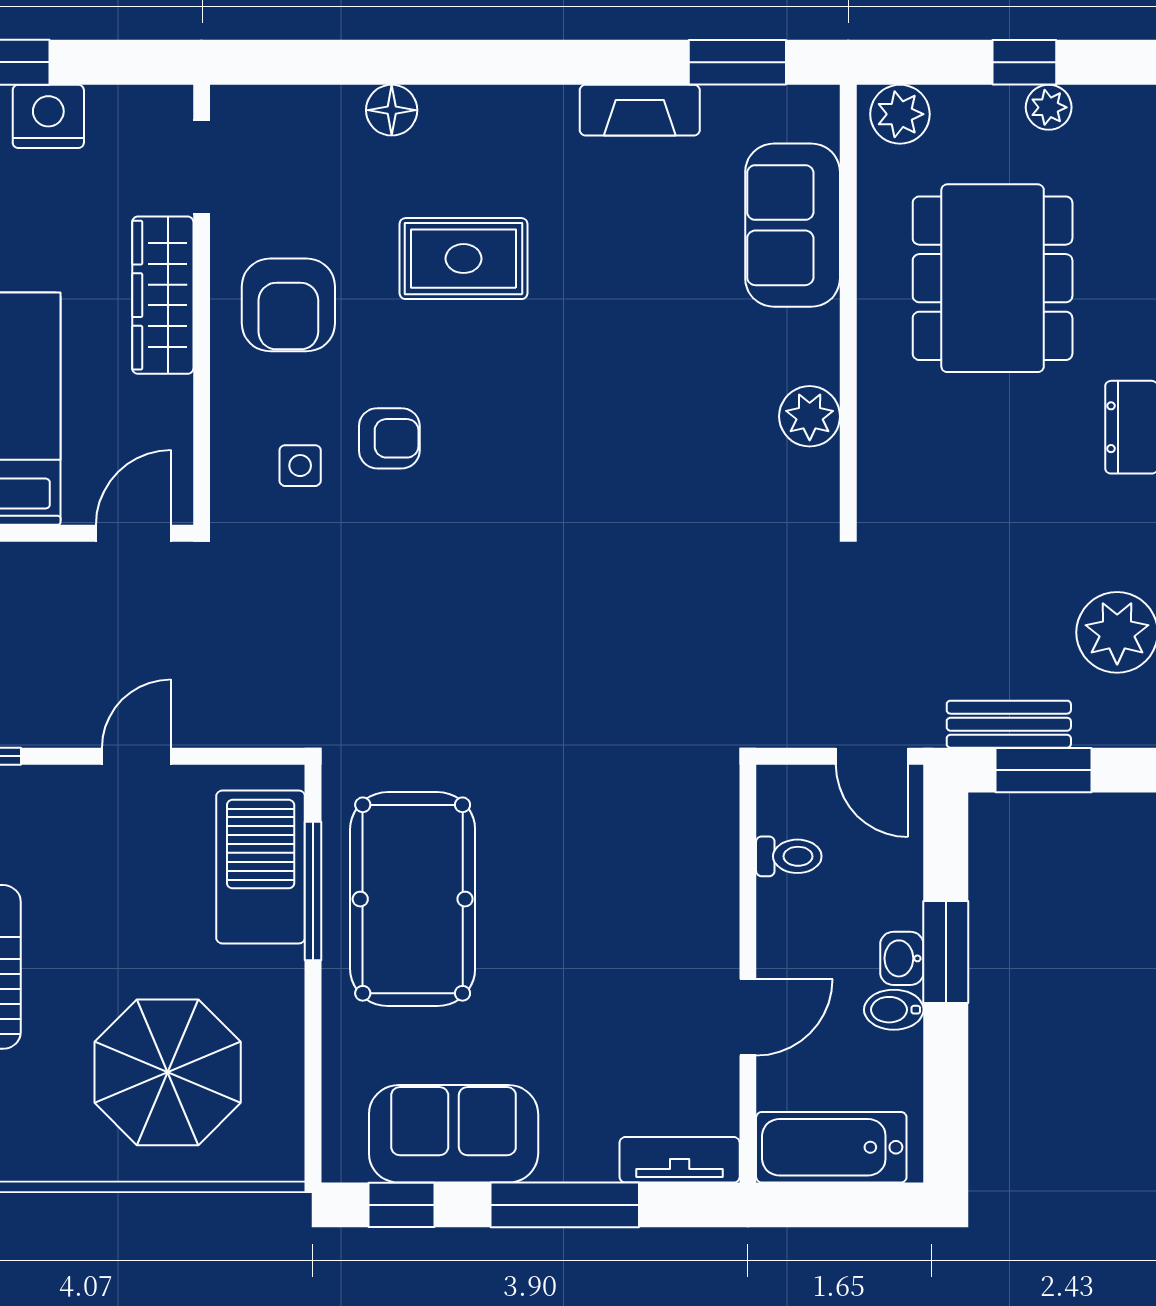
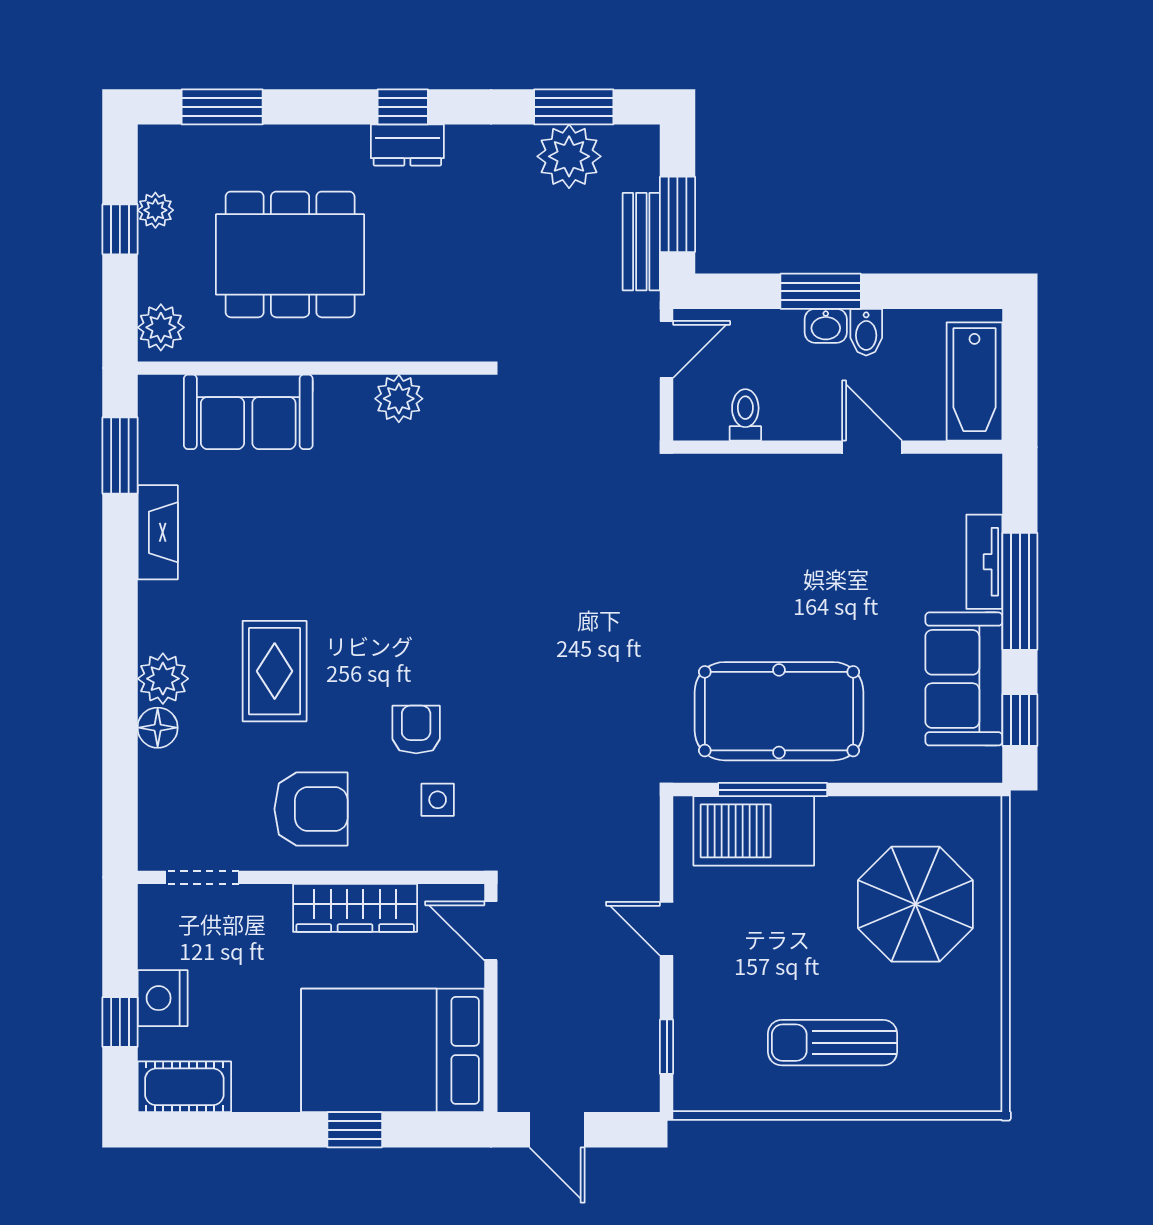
plant: (454, 117) -> (163, 679), added
wardrobe: (163, 295) -> (355, 908), moved
tv unit: (680, 1160) -> (984, 562), moved

